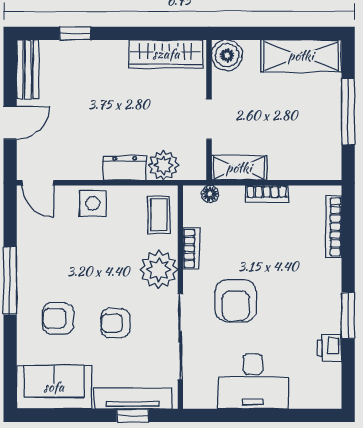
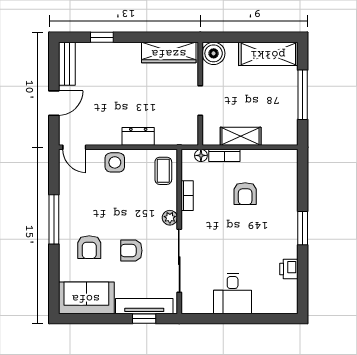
plant: (163, 165) -> (167, 134), removed
shelving: (239, 168) -> (241, 136), moved
bookcase: (267, 194) -> (224, 155), moved
bookcase: (334, 227) -> (292, 180), removed
plant: (159, 269) -> (170, 218), width x0.53, depth x0.53
armchair: (236, 301) -> (245, 194), moved, width x0.72, depth x0.72
window: (348, 315) -> (303, 228), moved
armchair: (58, 318) -> (89, 247), turned -90
desk: (253, 381) -> (233, 293), width x0.73

